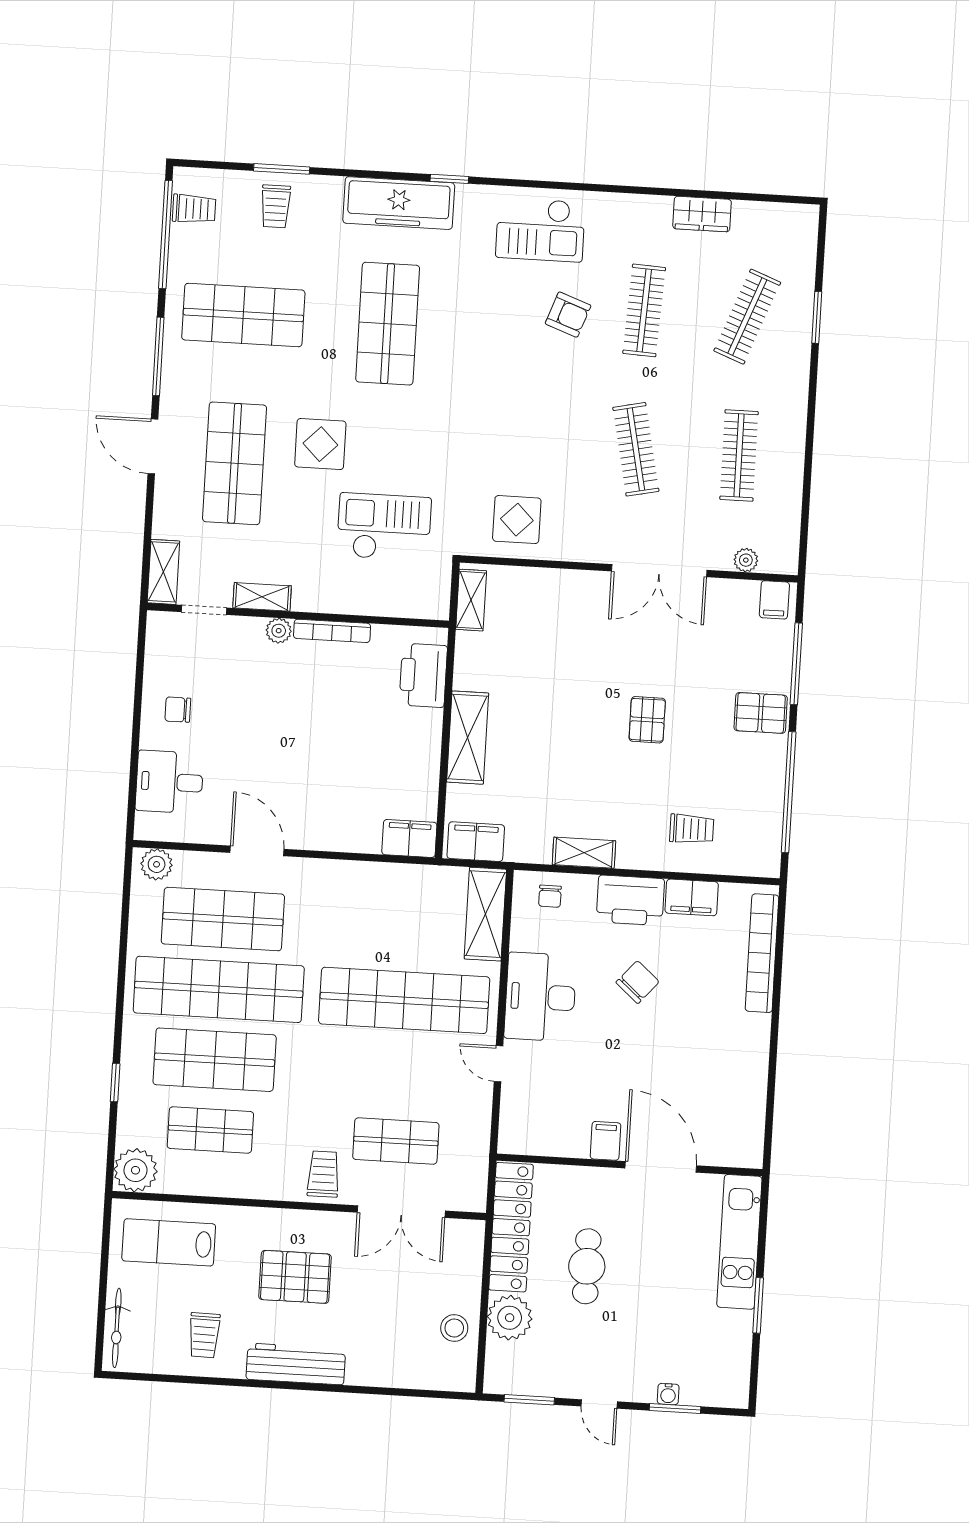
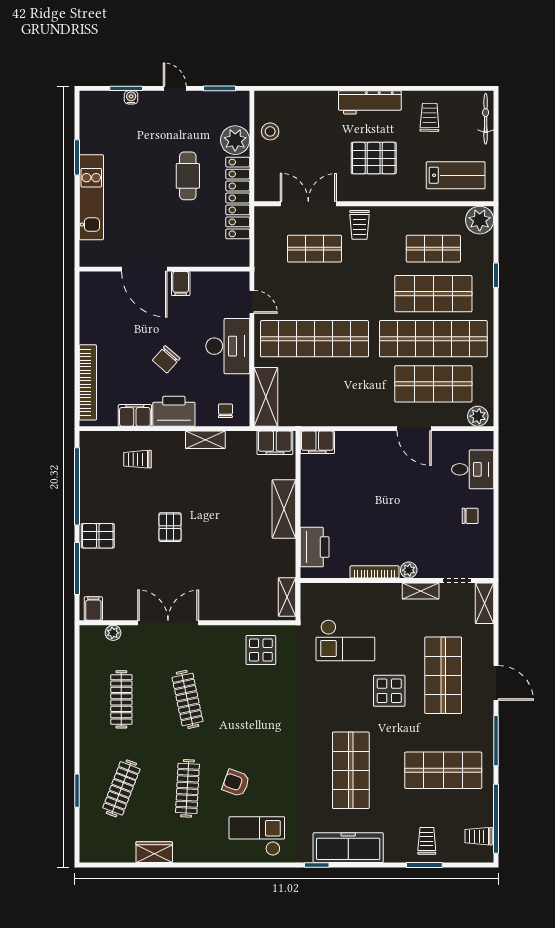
filing cabinet: (606, 1141) -> (181, 284), moved
wall: (629, 1165) -> (164, 269), moved
door: (661, 1167) -> (144, 269), moved

